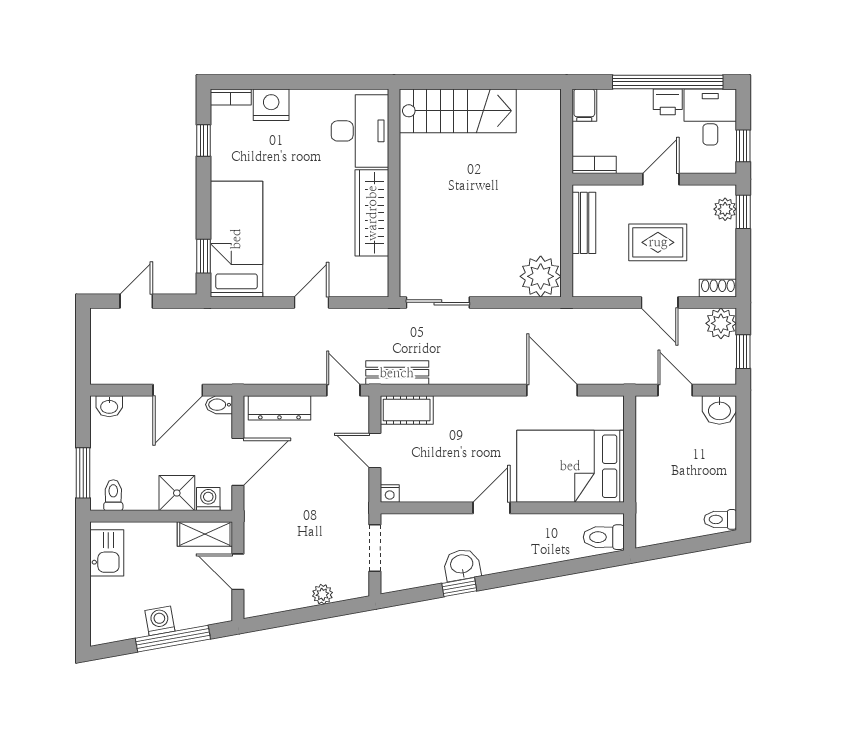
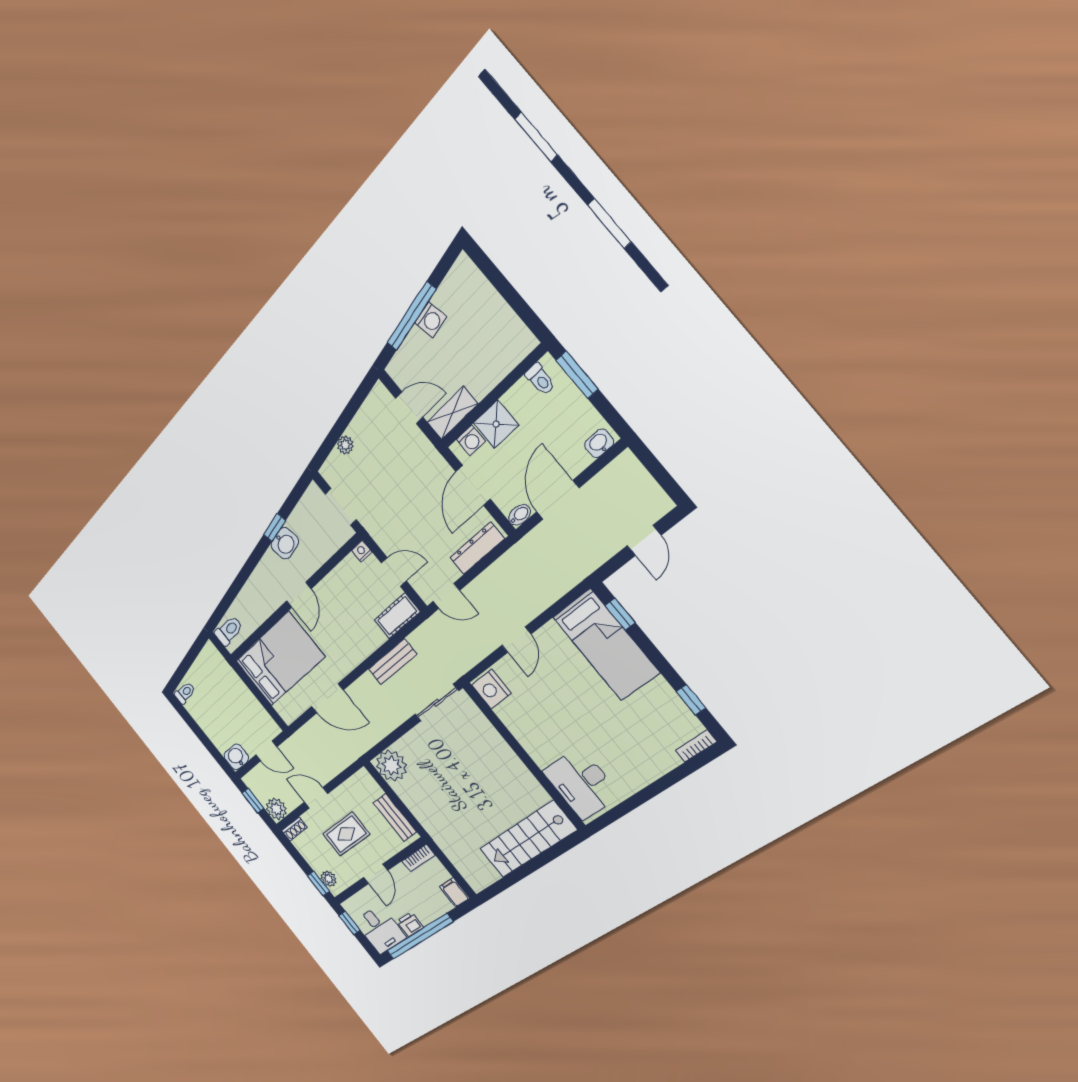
nightstand: (271, 105) -> (491, 689), moved, turned 90
wardrobe: (372, 213) -> (527, 732), removed
bench: (397, 373) -> (392, 662), moved
kitchen sink: (107, 553) -> (509, 331), removed

